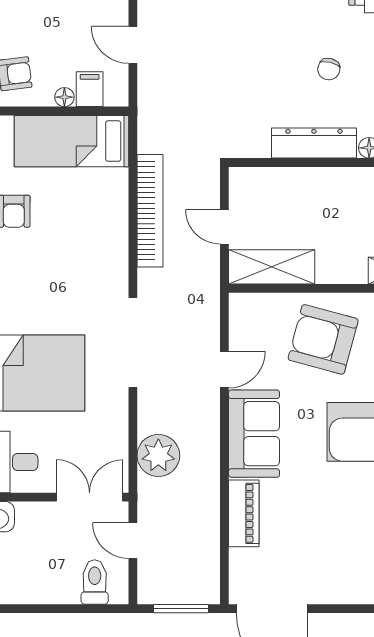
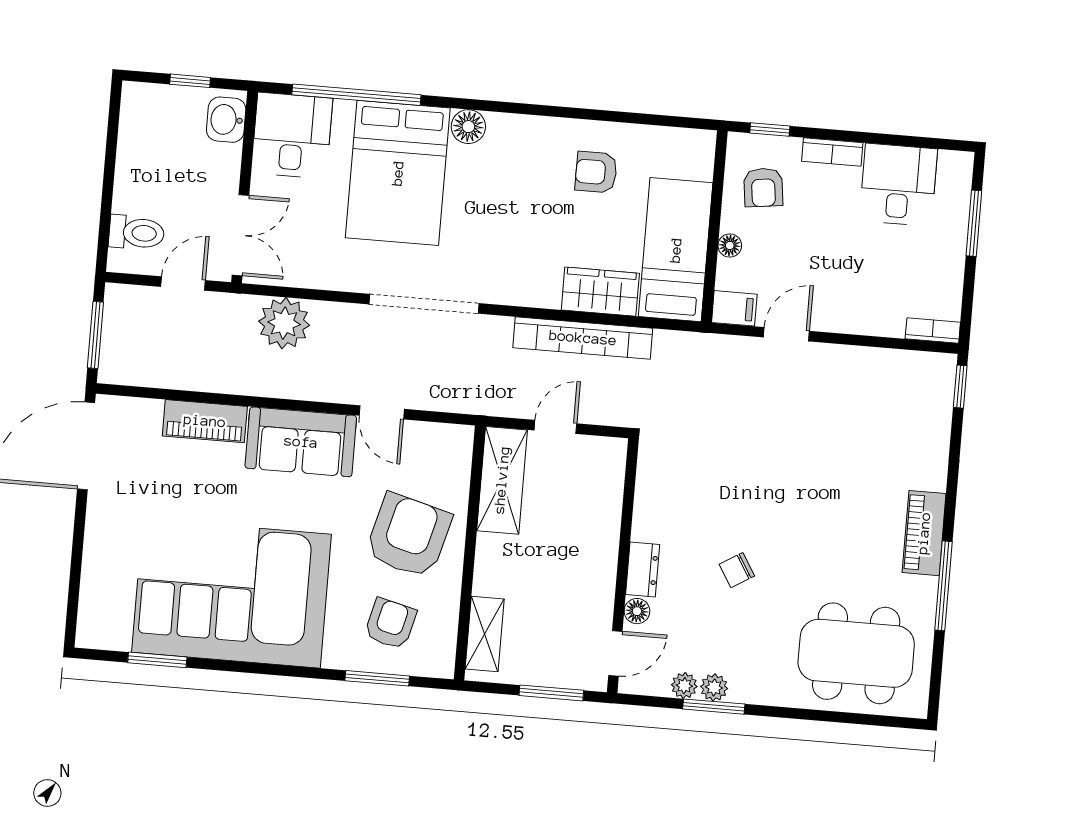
chair: (329, 69) -> (737, 570), turned -45
filing cabinet: (90, 89) -> (734, 308), moved
dresser: (314, 143) -> (643, 570), width x0.51, depth x0.80
wardrobe: (111, 200) -> (600, 292), added

